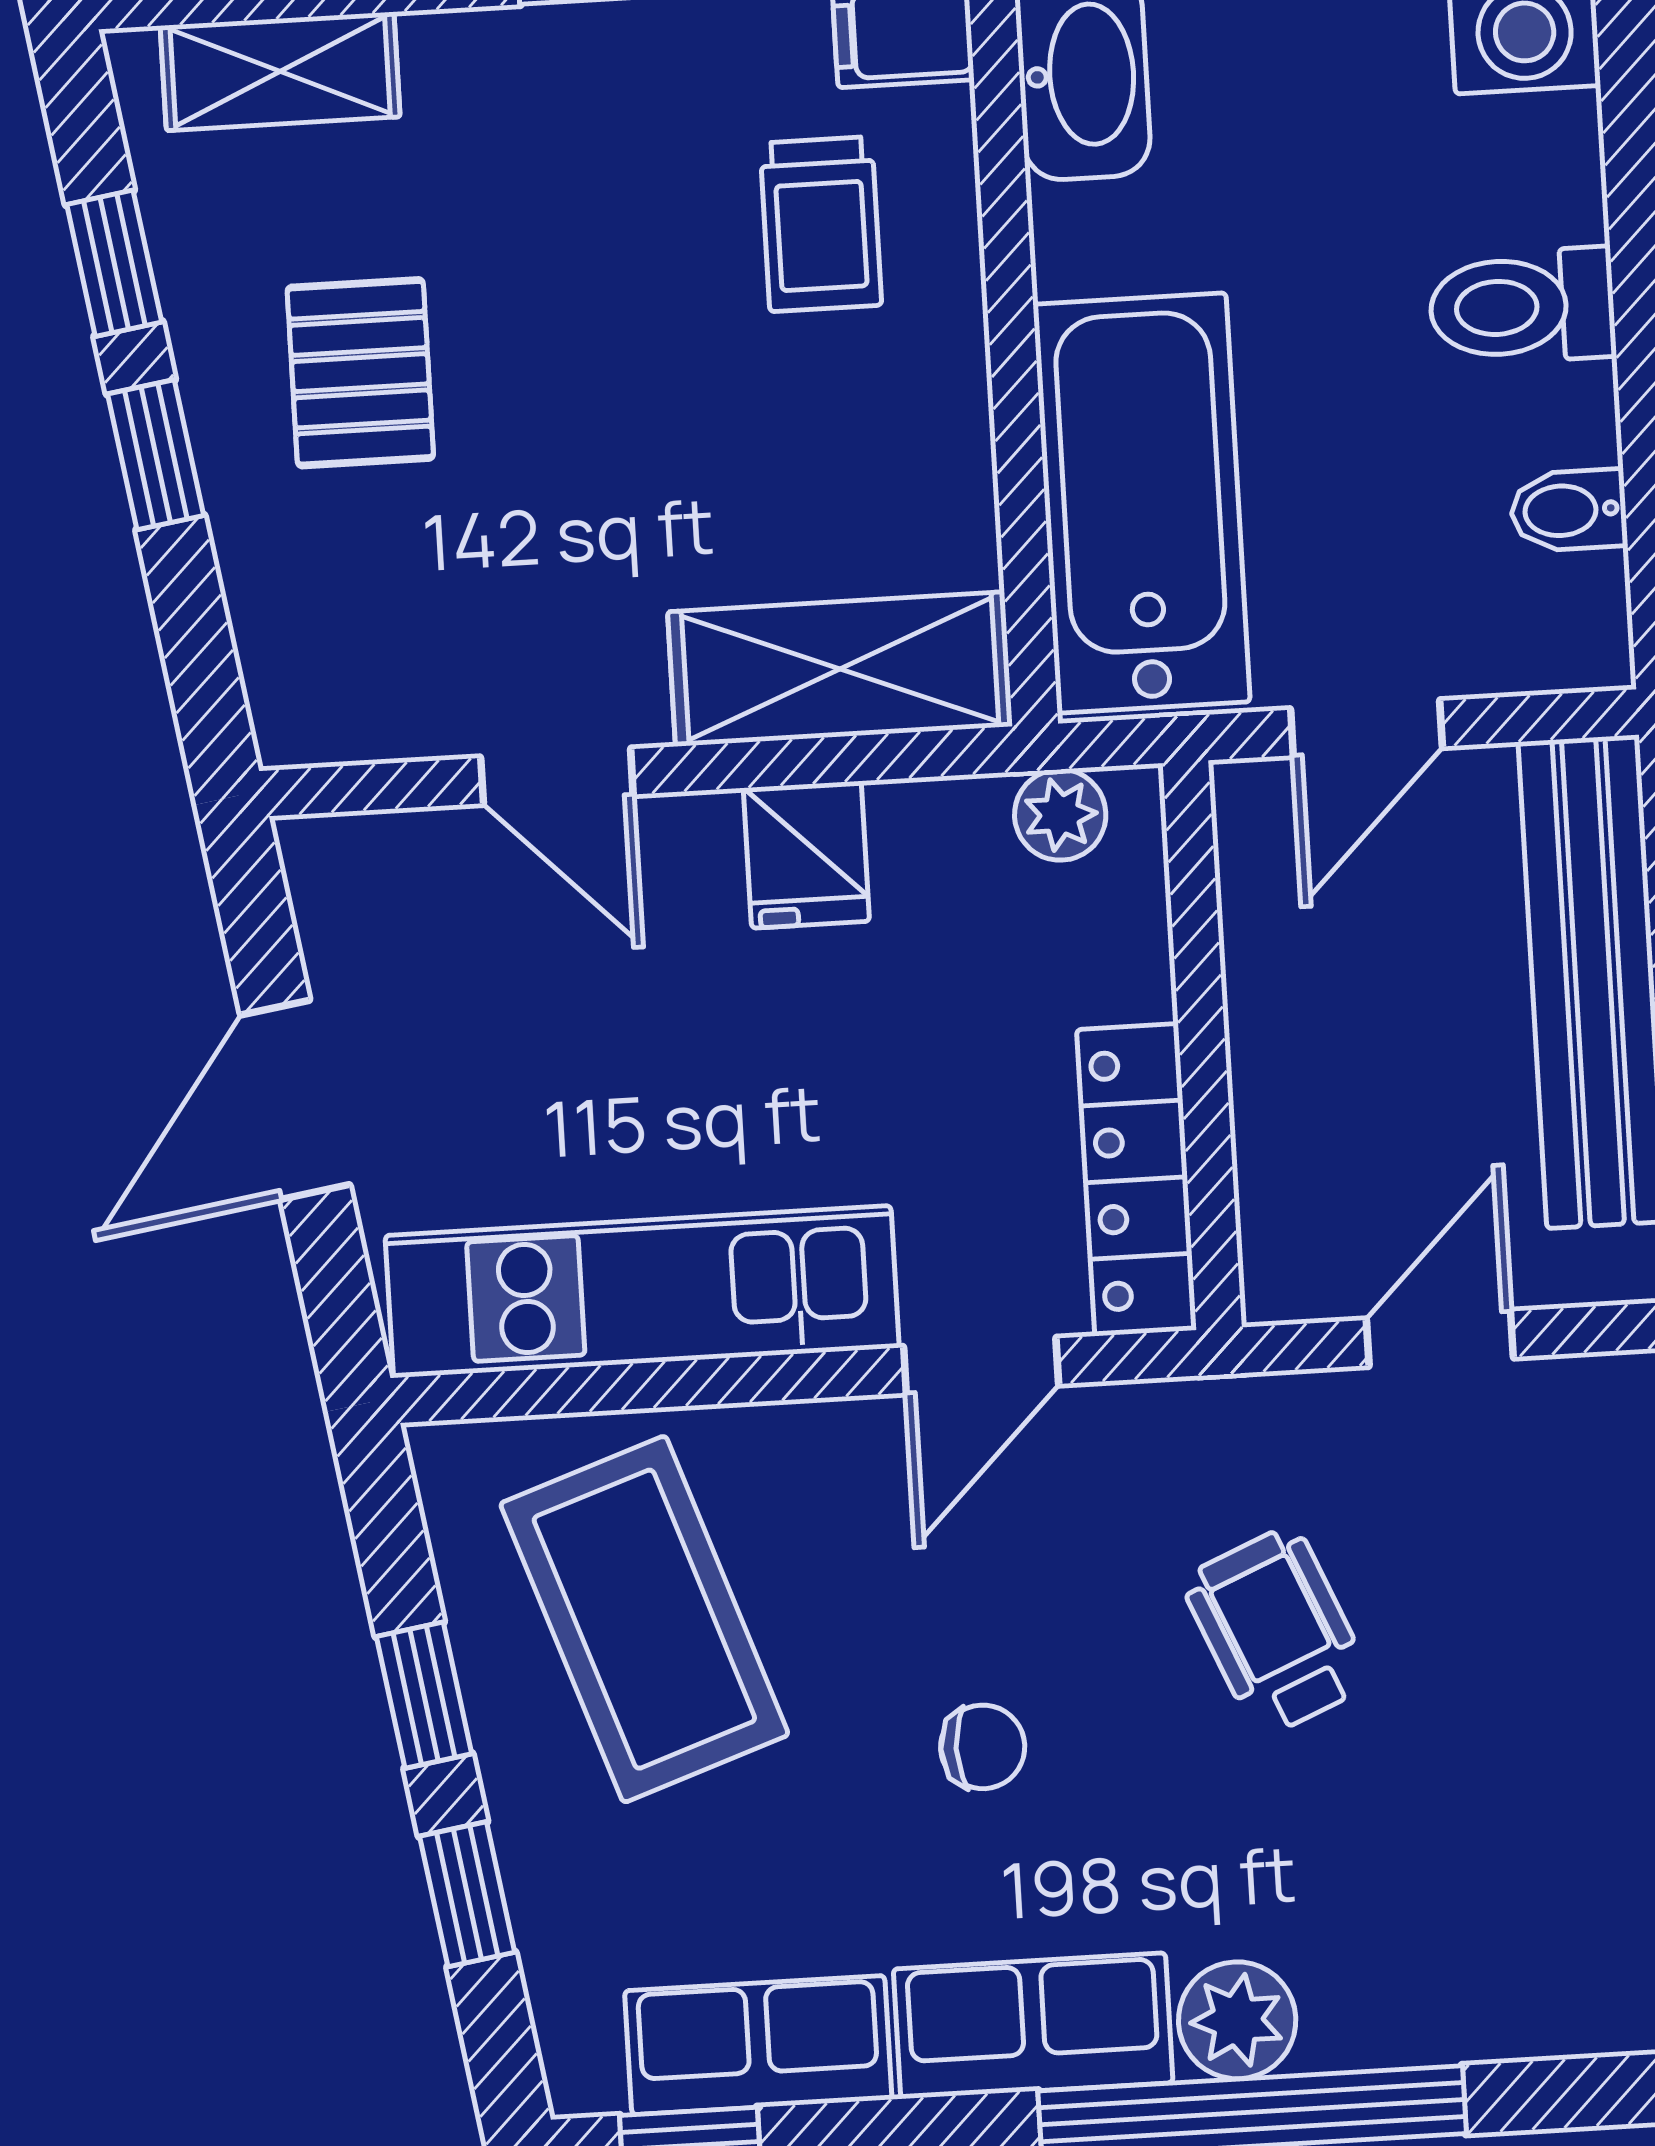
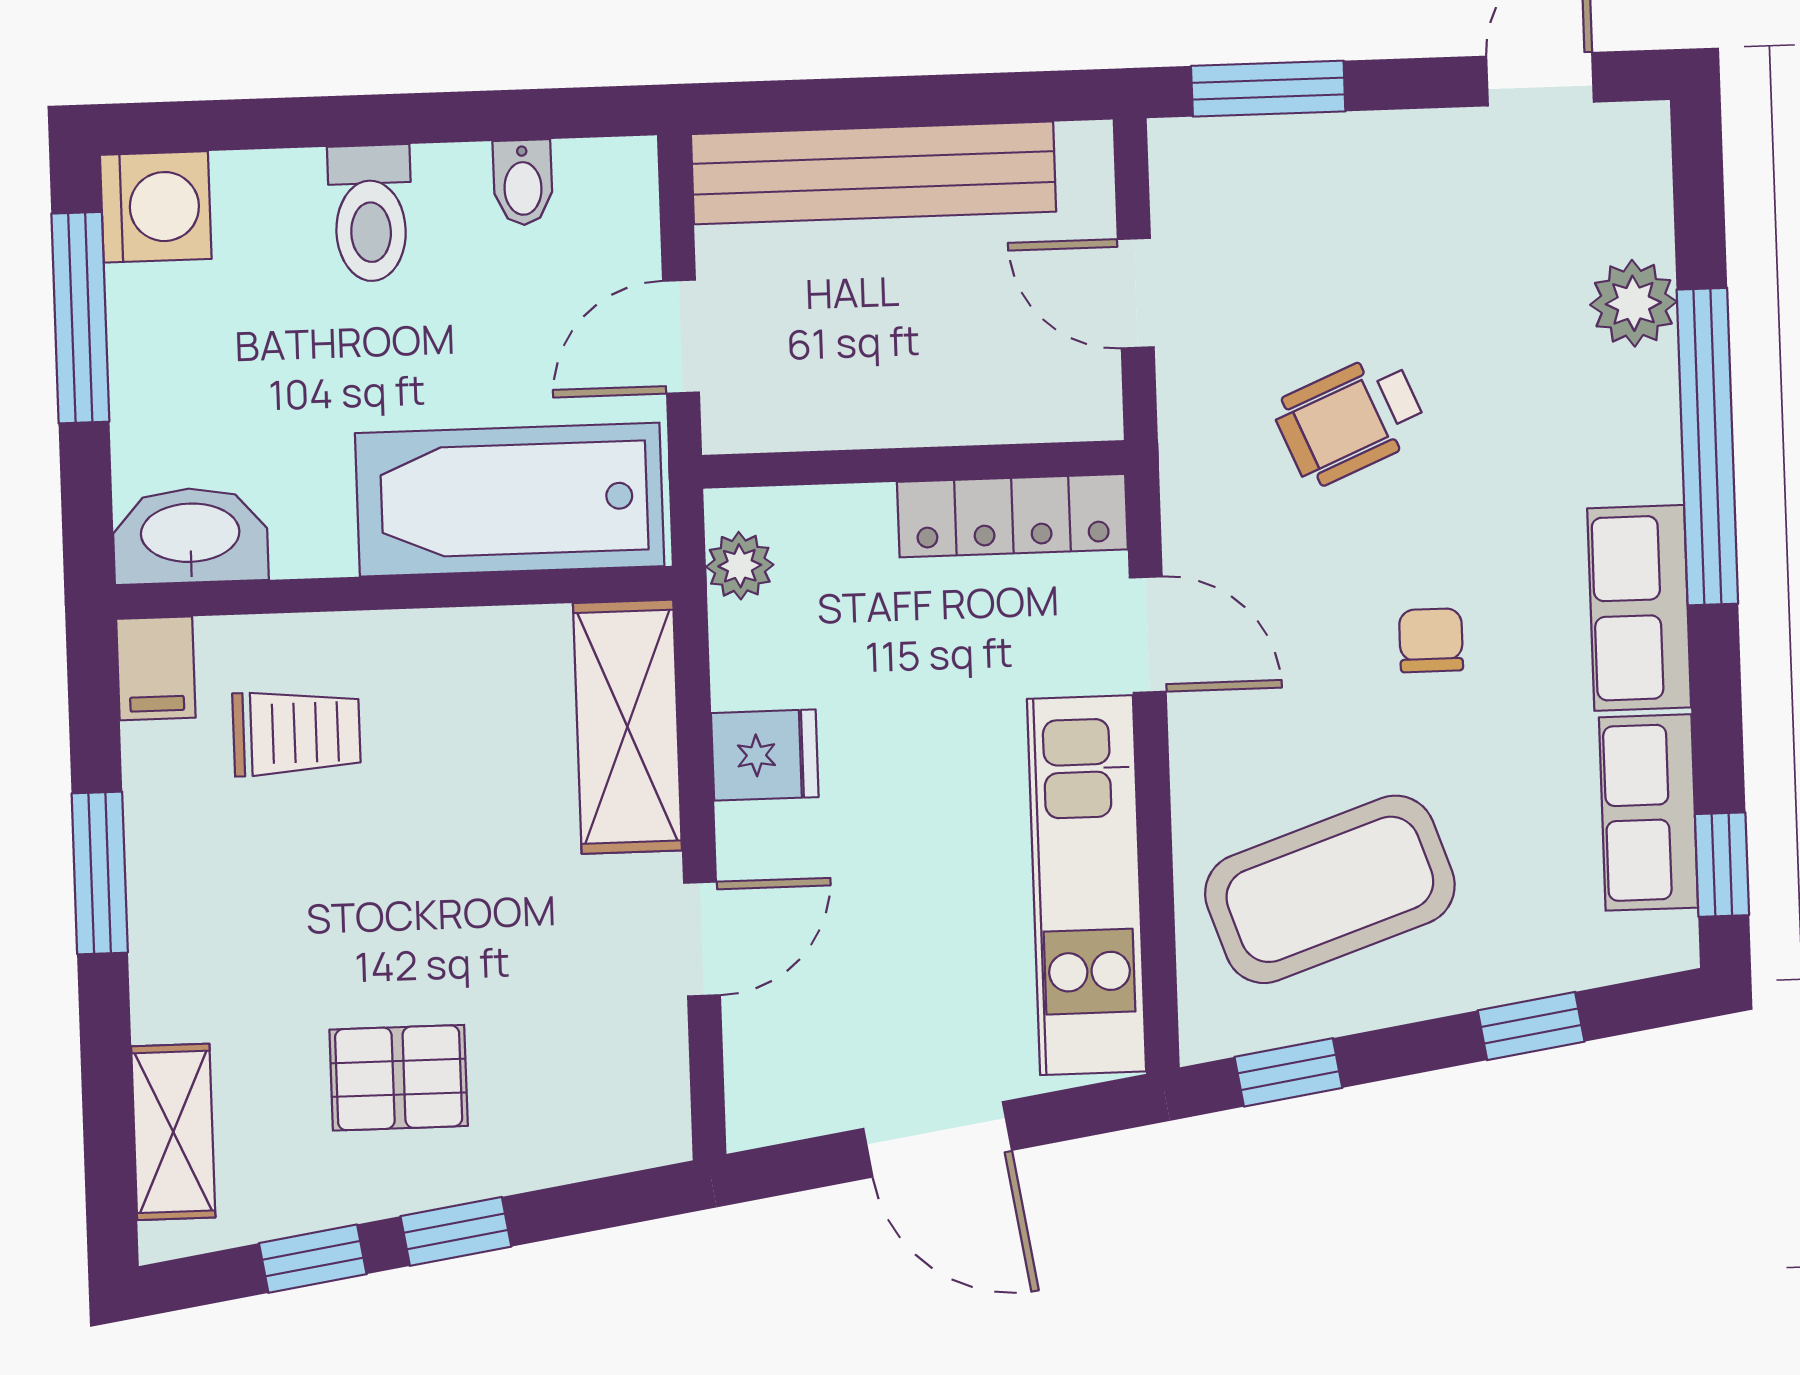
door: (1366, 728) -> (681, 337), swing flipped
window: (424, 1695) -> (1288, 1072), moved
plant: (1237, 2020) -> (1633, 303), moved

